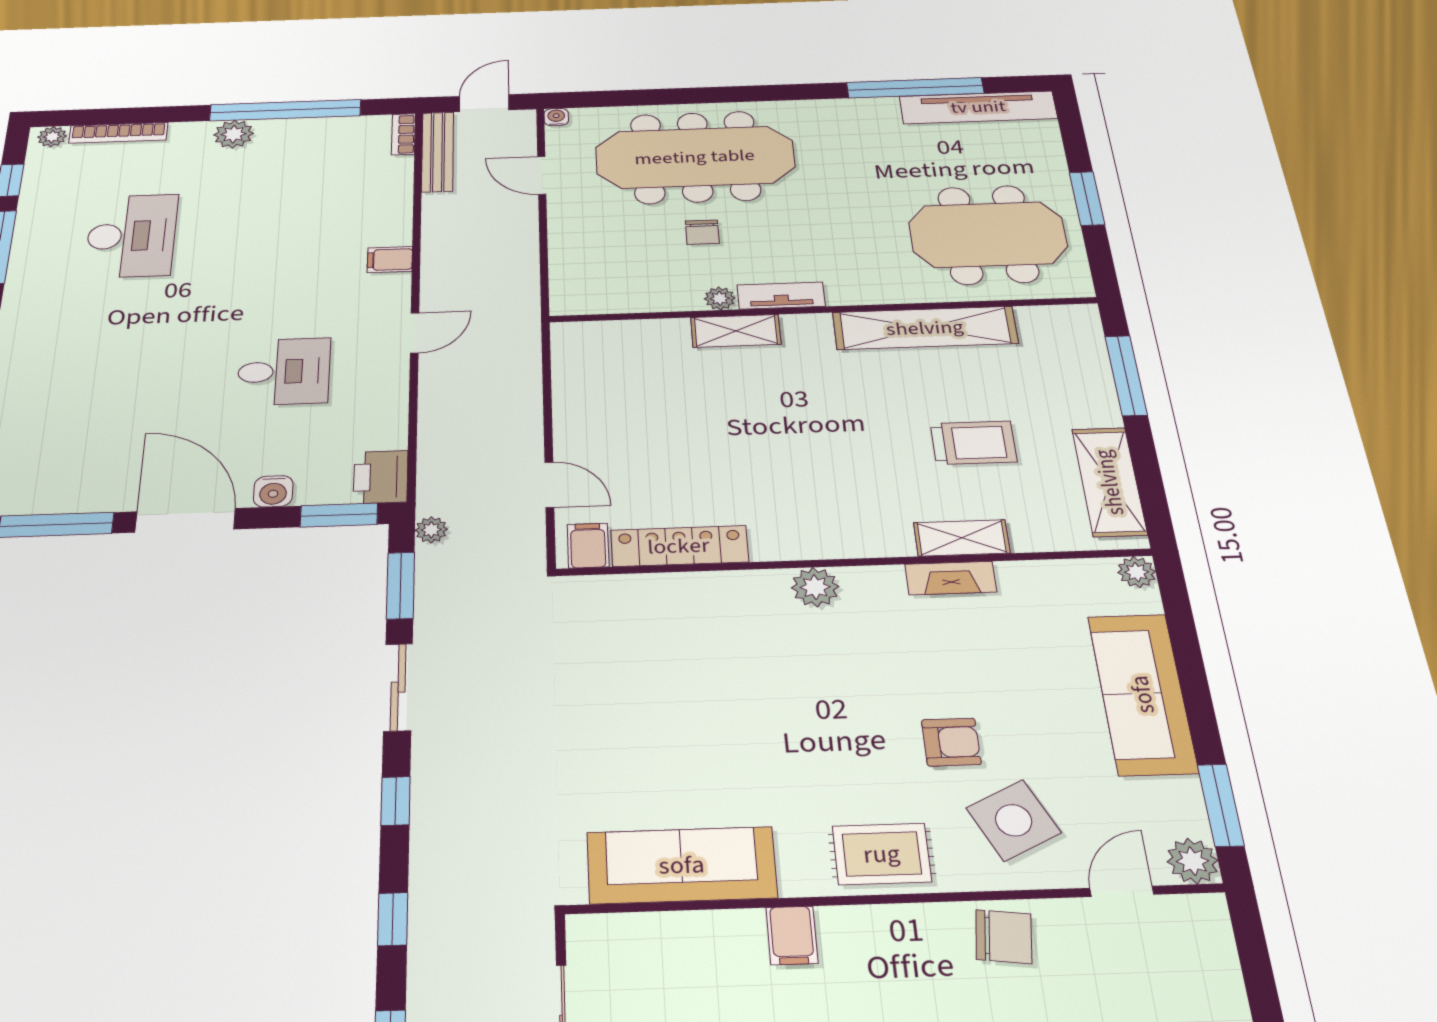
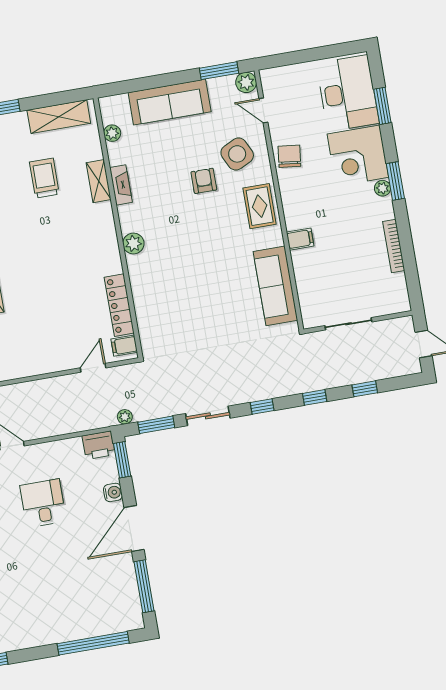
plant: (1137, 572) -> (112, 133), moved

